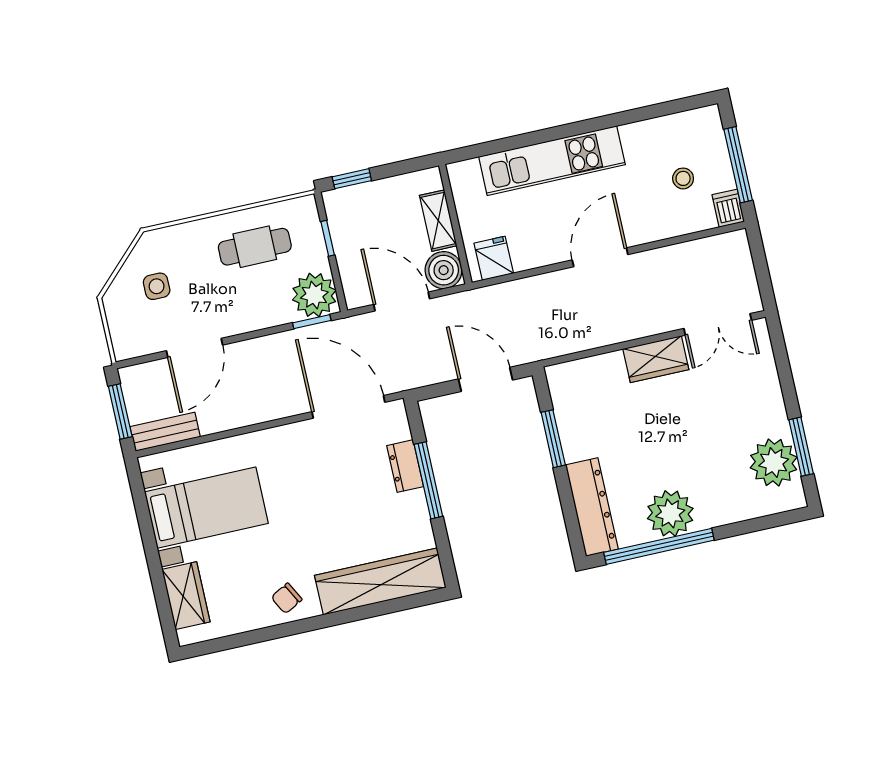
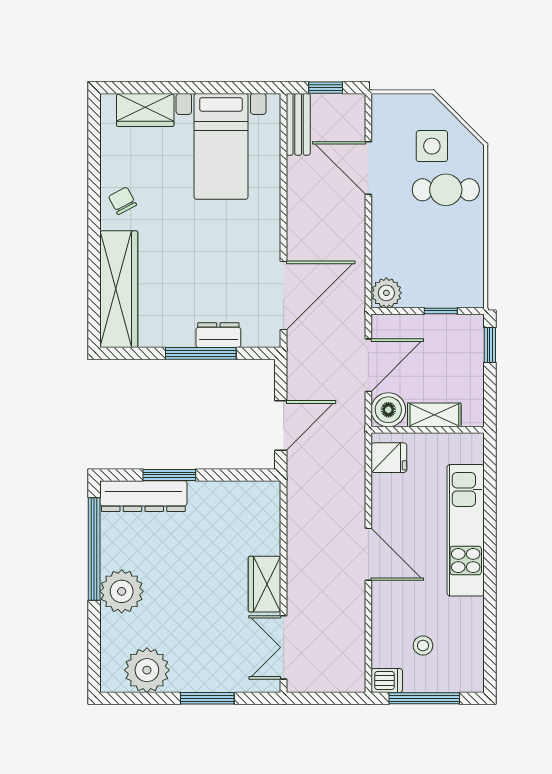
cafe table: (255, 247) -> (446, 190), moved, turned 90
side table: (157, 286) -> (432, 146), width x1.37, depth x1.37
plant: (314, 295) -> (386, 293), width x0.73, depth x0.73
window: (312, 322) -> (368, 280), removed
window: (120, 412) -> (326, 88), width x0.67
window: (553, 439) -> (169, 475), moved
window: (801, 447) -> (207, 698), moved
plant: (670, 513) -> (122, 591), moved

